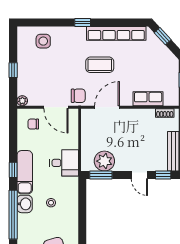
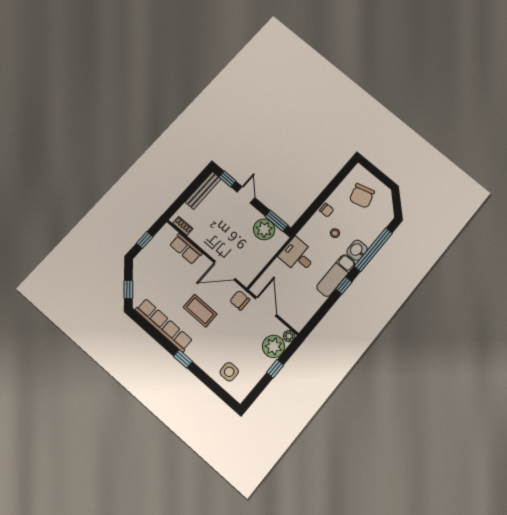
plant: (27, 84) -> (274, 346), added
chair: (33, 124) -> (327, 210), moved

